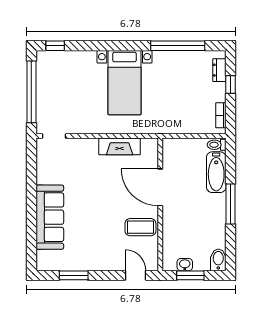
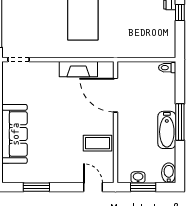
bookcase: (221, 115) -> (171, 41), removed
bathtub: (216, 172) -> (167, 130), moved
door: (160, 187) -> (116, 95), moved

